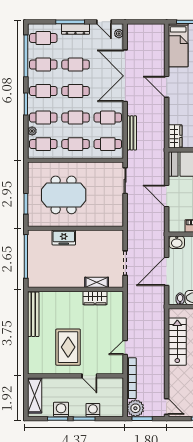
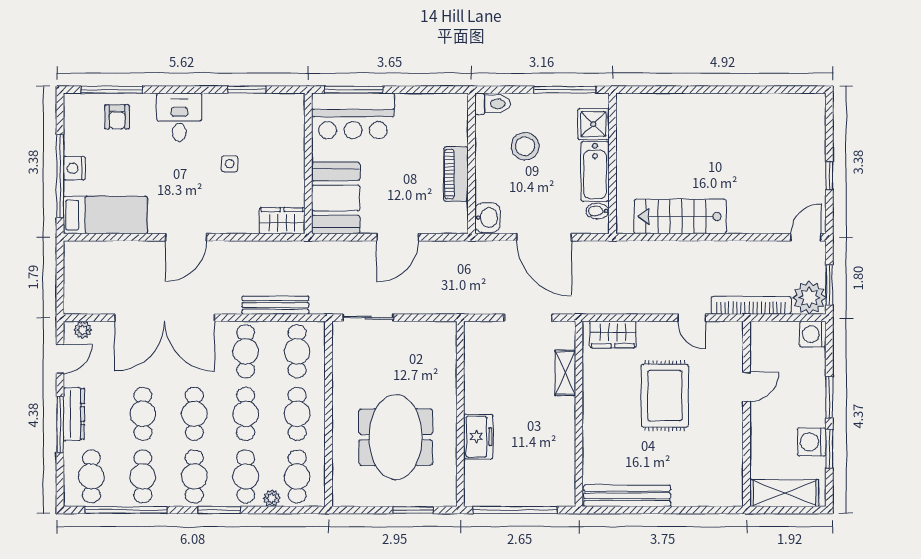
wardrobe: (95, 298) -> (613, 334), moved, turned 90
rug: (68, 347) -> (665, 396), moved, turned 90
washing machine: (93, 410) -> (813, 334), moved

